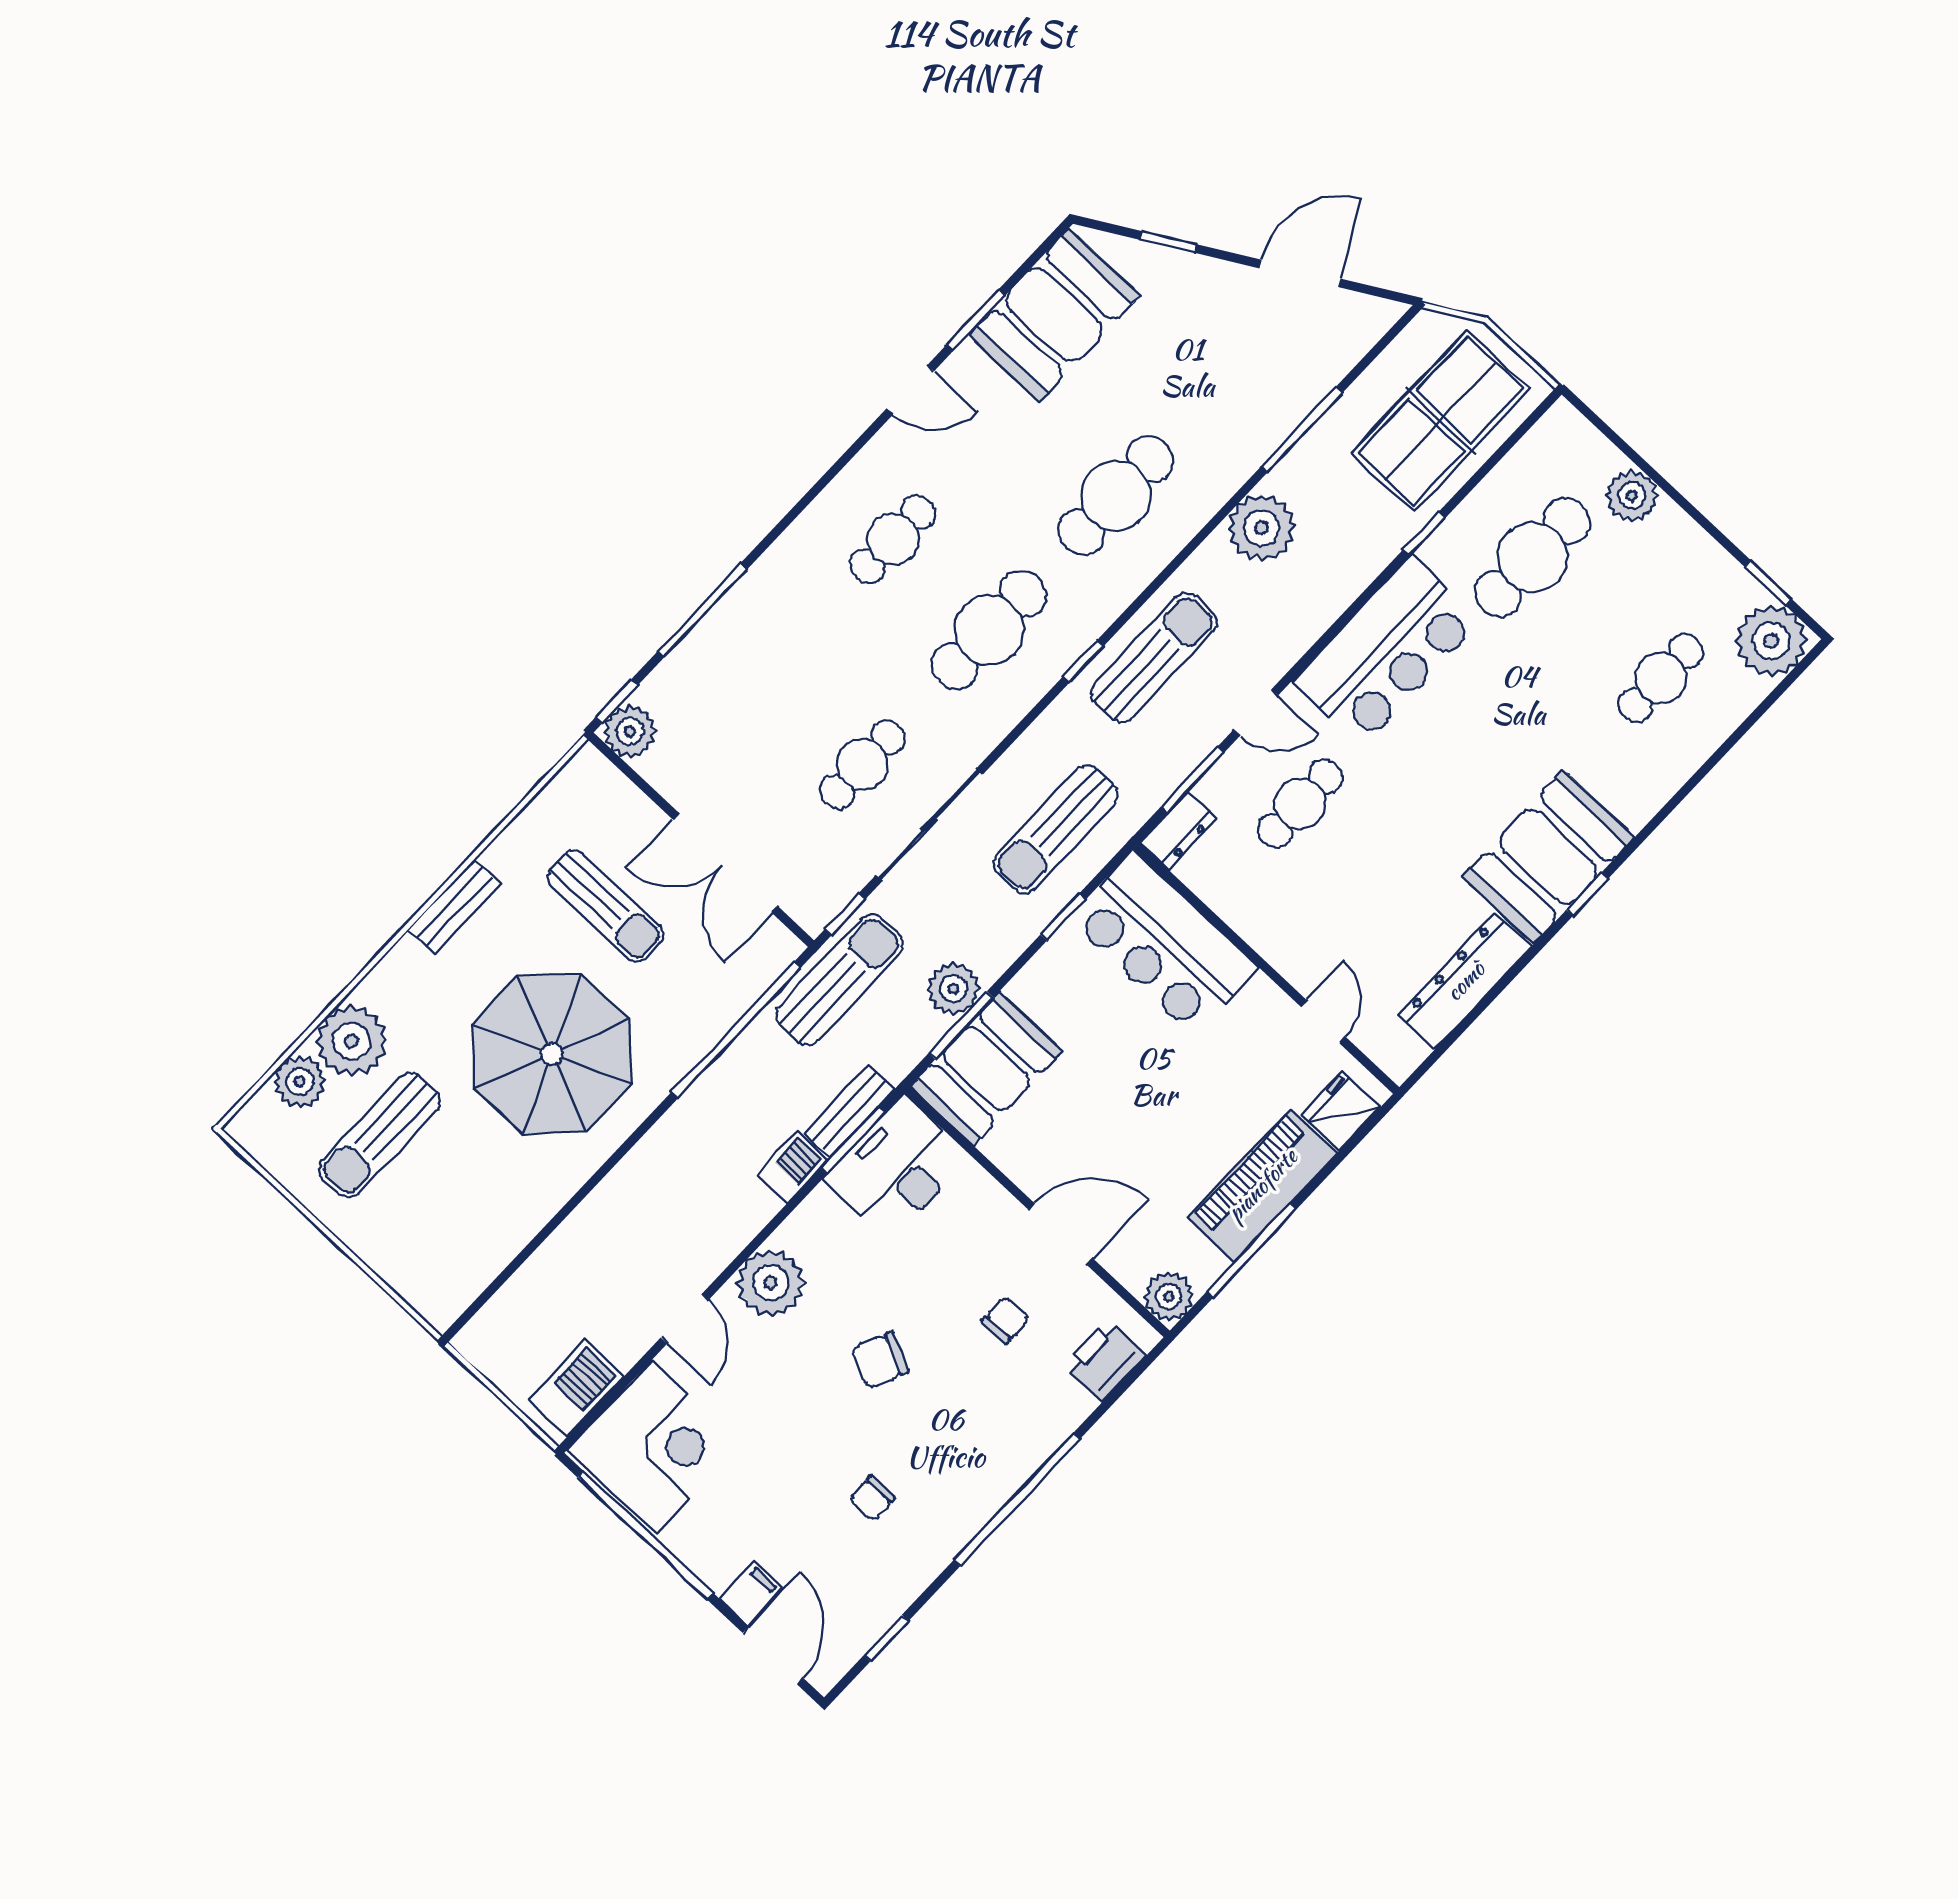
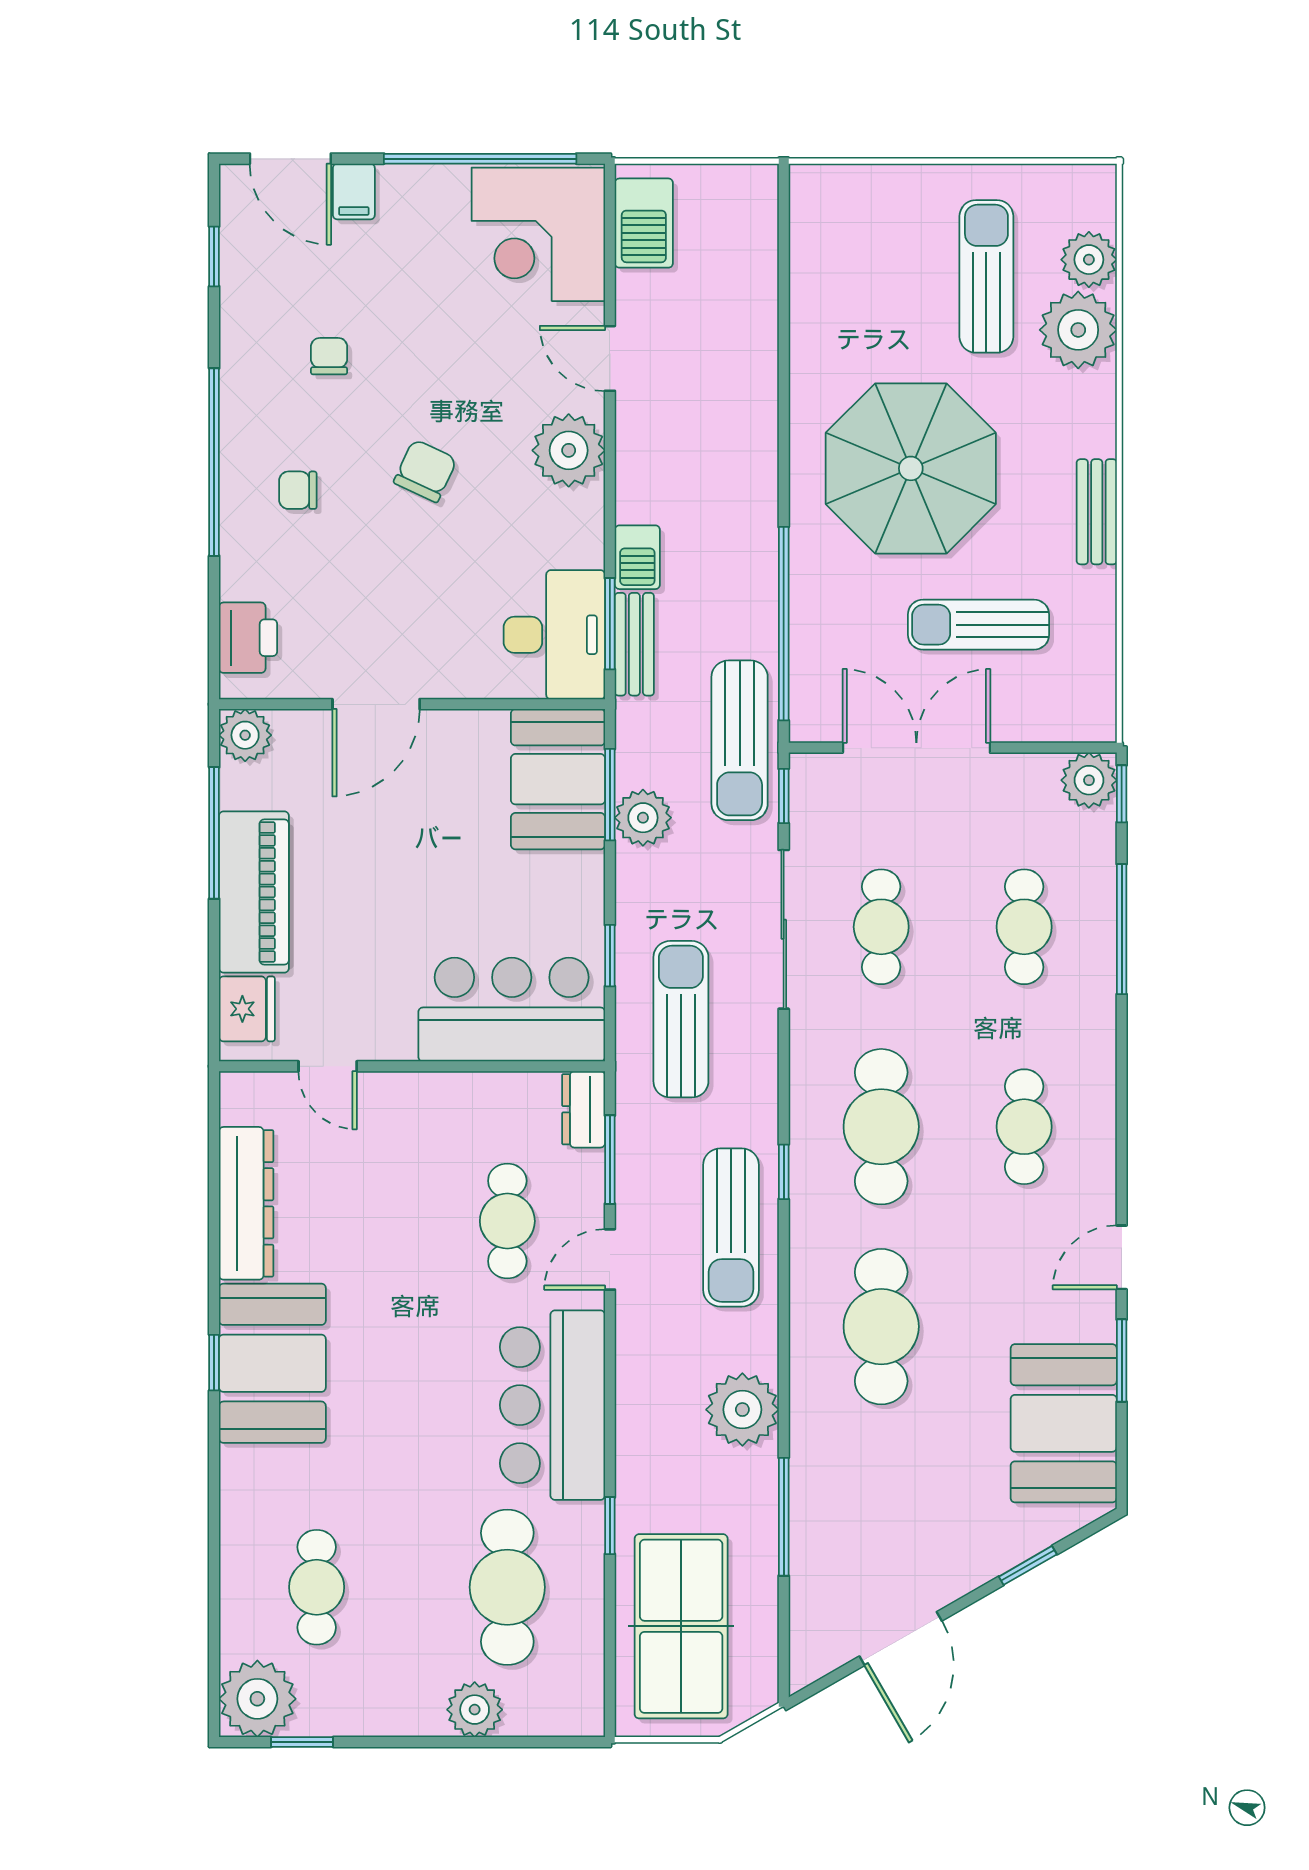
cafe table: (766, 674) -> (1024, 927), added
chair: (1005, 1320) -> (298, 490), moved, turned 90

